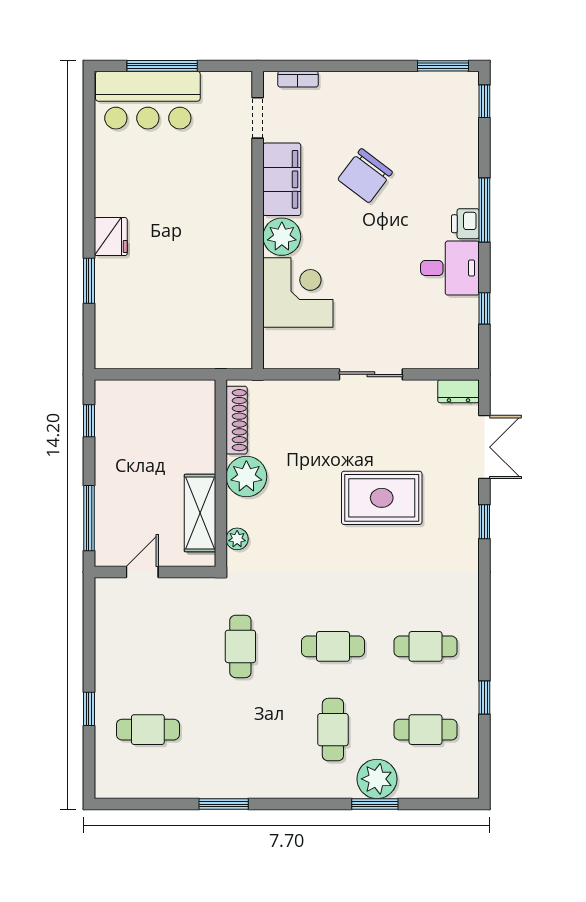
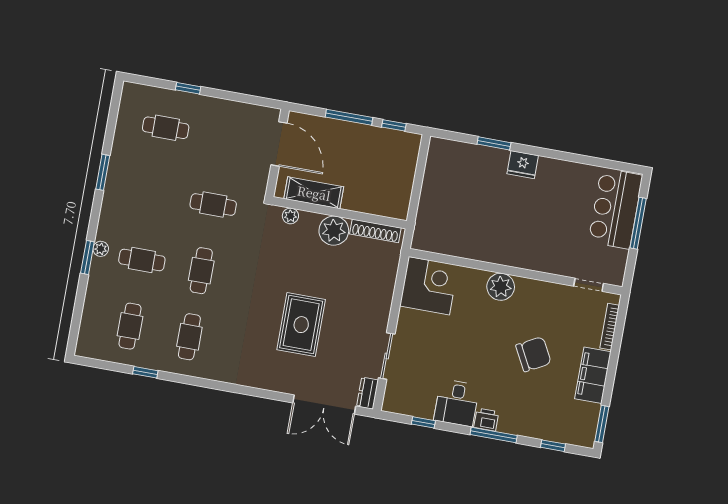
bookcase: (298, 79) -> (610, 327), width x1.56
window: (484, 101) -> (553, 446), moved
chair: (365, 176) -> (533, 354), turned 115
filing cabinet: (282, 179) -> (593, 375), moved, turned 90
corner desk: (298, 292) -> (429, 286), moved, turned -90
sliding door: (371, 374) -> (387, 356), moved
double door: (484, 447) -> (324, 404), width x1.37
window: (89, 518) -> (349, 117), moved
window: (484, 522) -> (271, 395), removed
door: (142, 572) -> (279, 144), width x1.87
cafe table: (148, 730) -> (166, 128), turned 90
plant: (377, 779) -> (101, 249), moved, width x0.53, depth x0.53
window: (375, 804) -> (87, 257), moved

